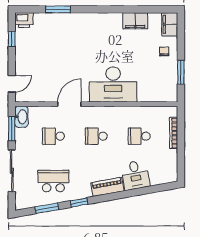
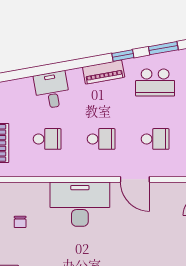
chair: (164, 51) -> (20, 222), moved
door: (69, 104) -> (135, 179), hinge flipped
piano: (107, 187) -> (104, 72), moved

